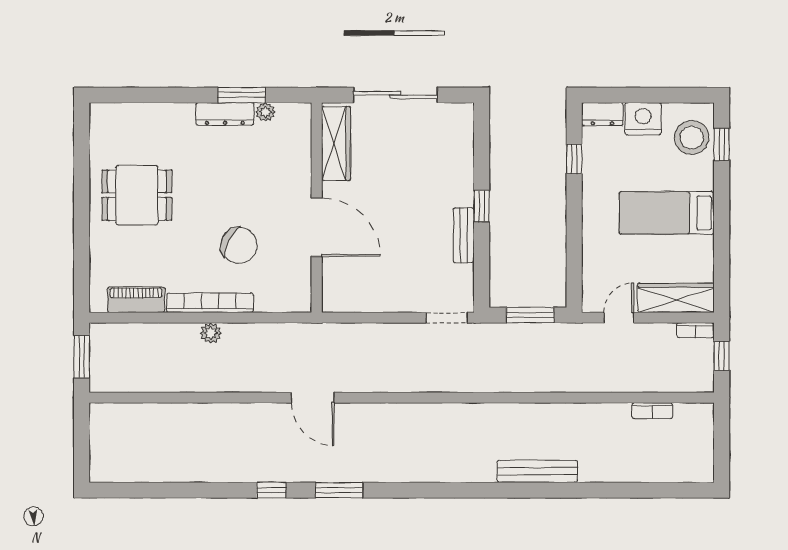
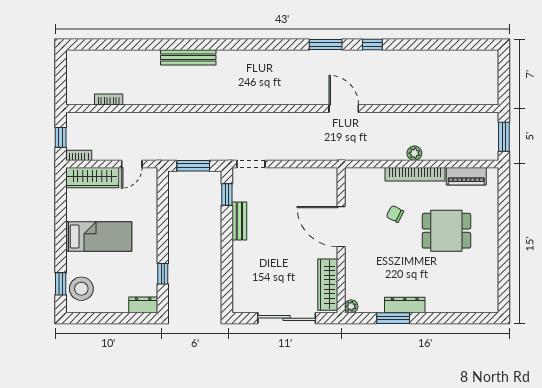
plant: (265, 112) -> (351, 306), moved
nightstand: (643, 119) -> (115, 302), removed
dining table: (137, 195) -> (446, 231), moved
window: (482, 206) -> (227, 194), moved
chair: (239, 245) -> (395, 214), width x0.54, depth x0.54

